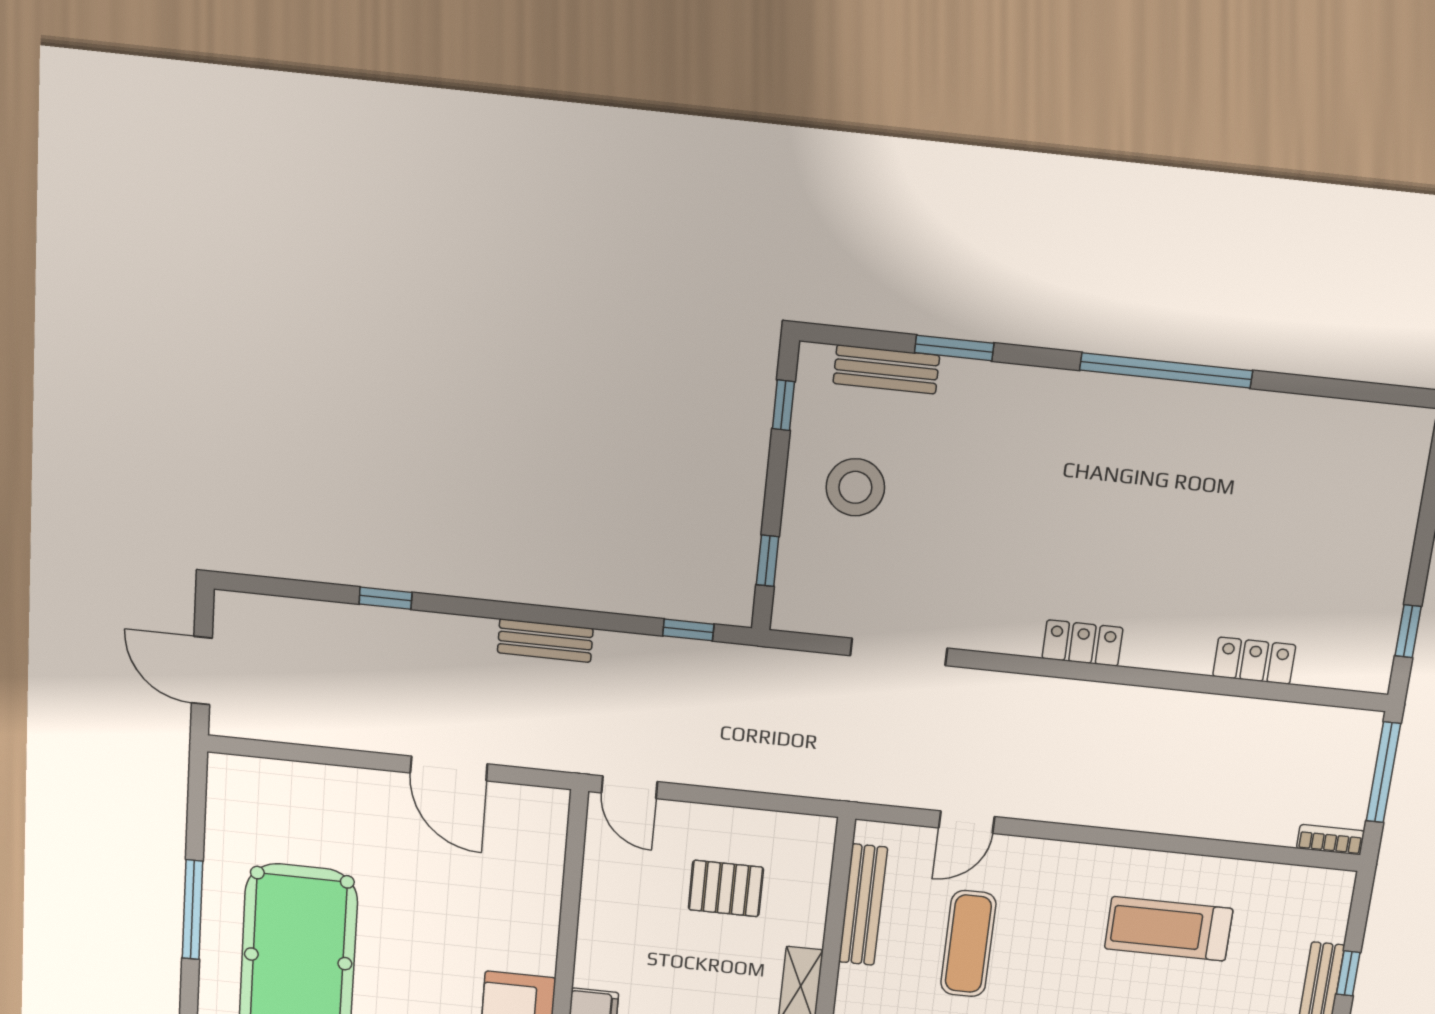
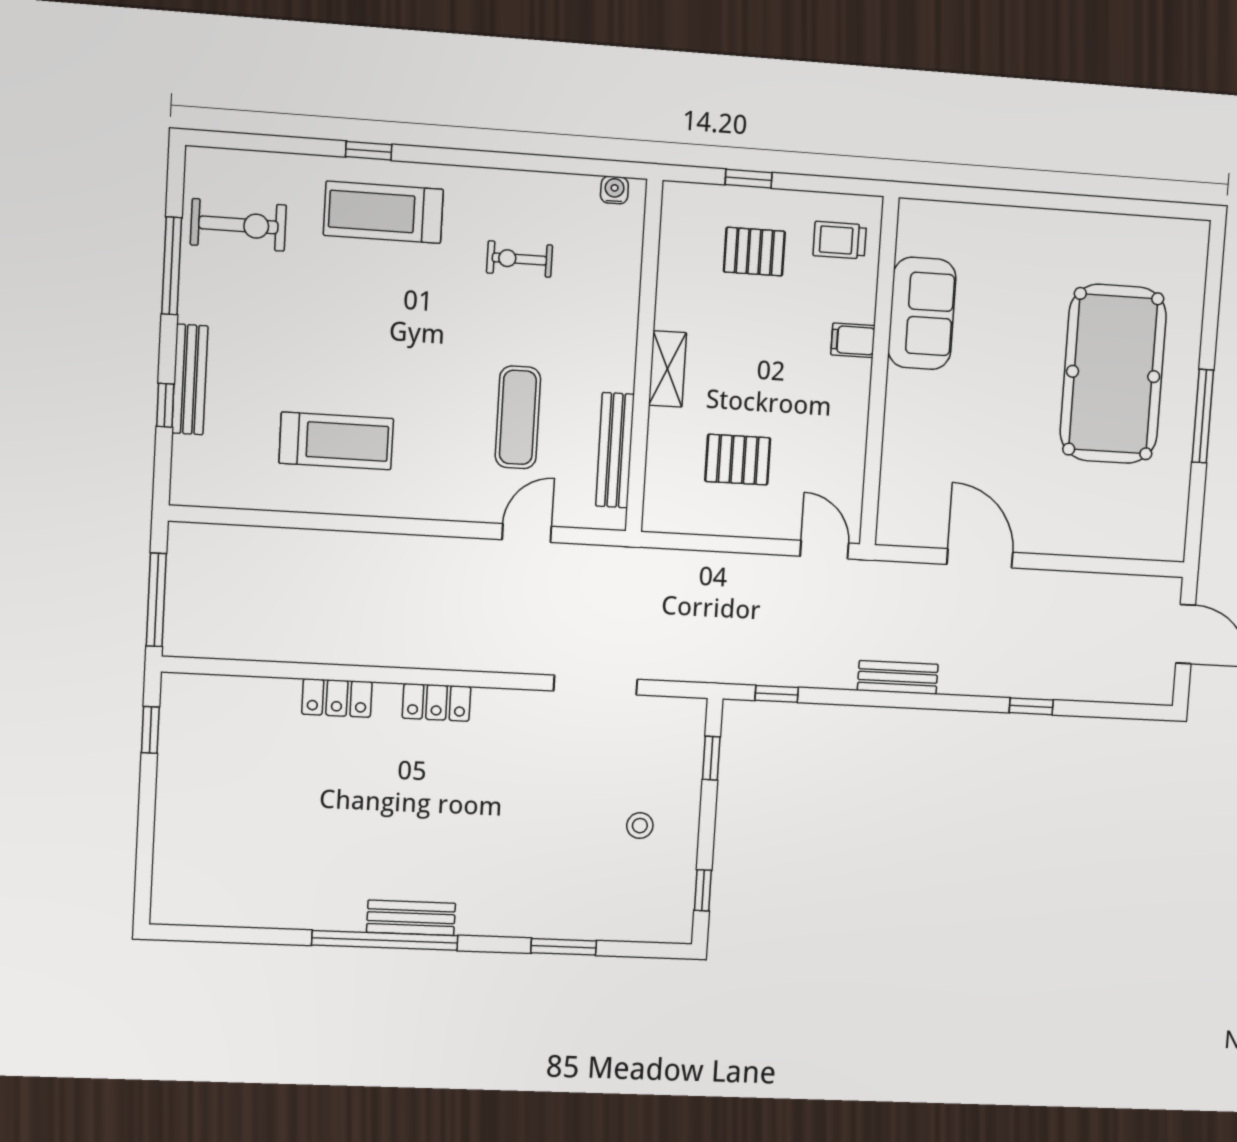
bench: (886, 369) -> (411, 918), moved
stool: (855, 487) -> (640, 826), width x0.53, depth x0.53
locker: (1254, 661) -> (337, 698), moved
bookcase: (1331, 840) -> (197, 534), removed

